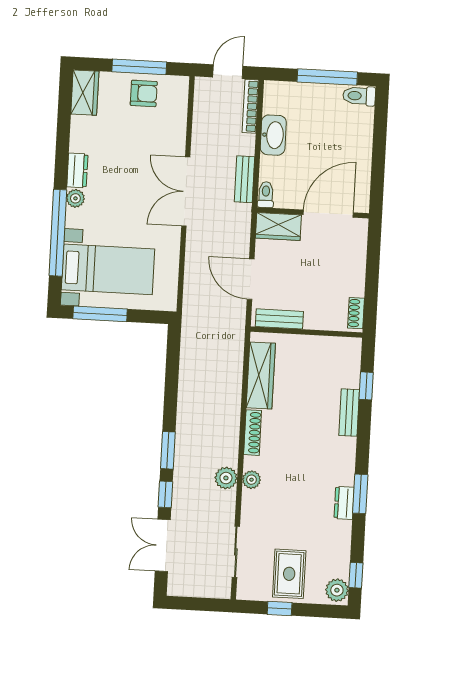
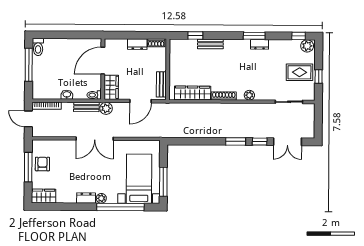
washbasin: (273, 135) -> (67, 95), width x0.52, depth x0.69
door: (328, 214) -> (103, 61), hinge flipped
dresser: (355, 278) -> (137, 44), added
plant: (226, 478) -> (106, 108), moved

